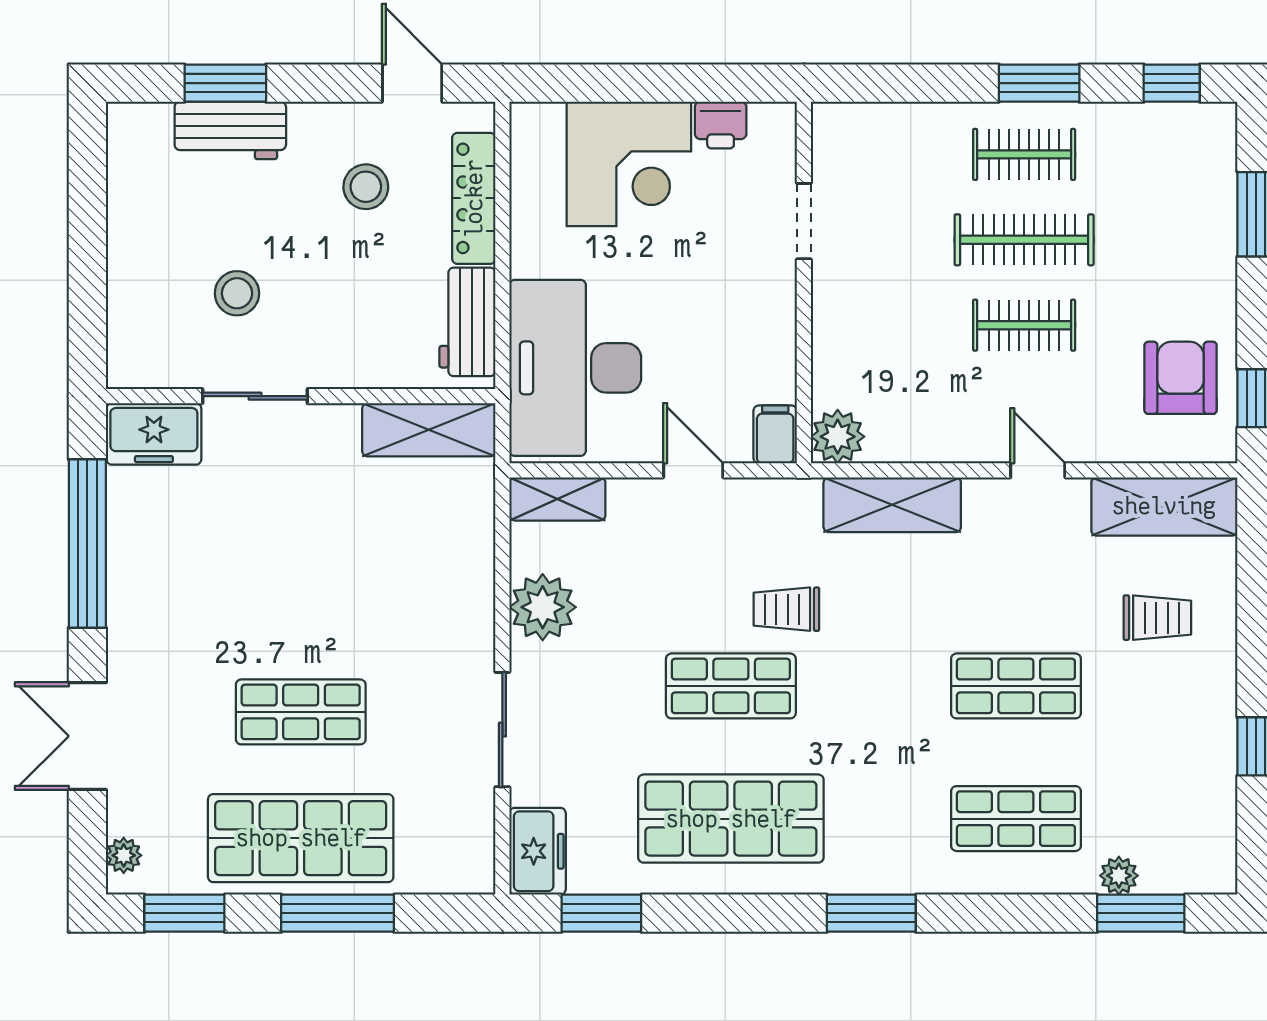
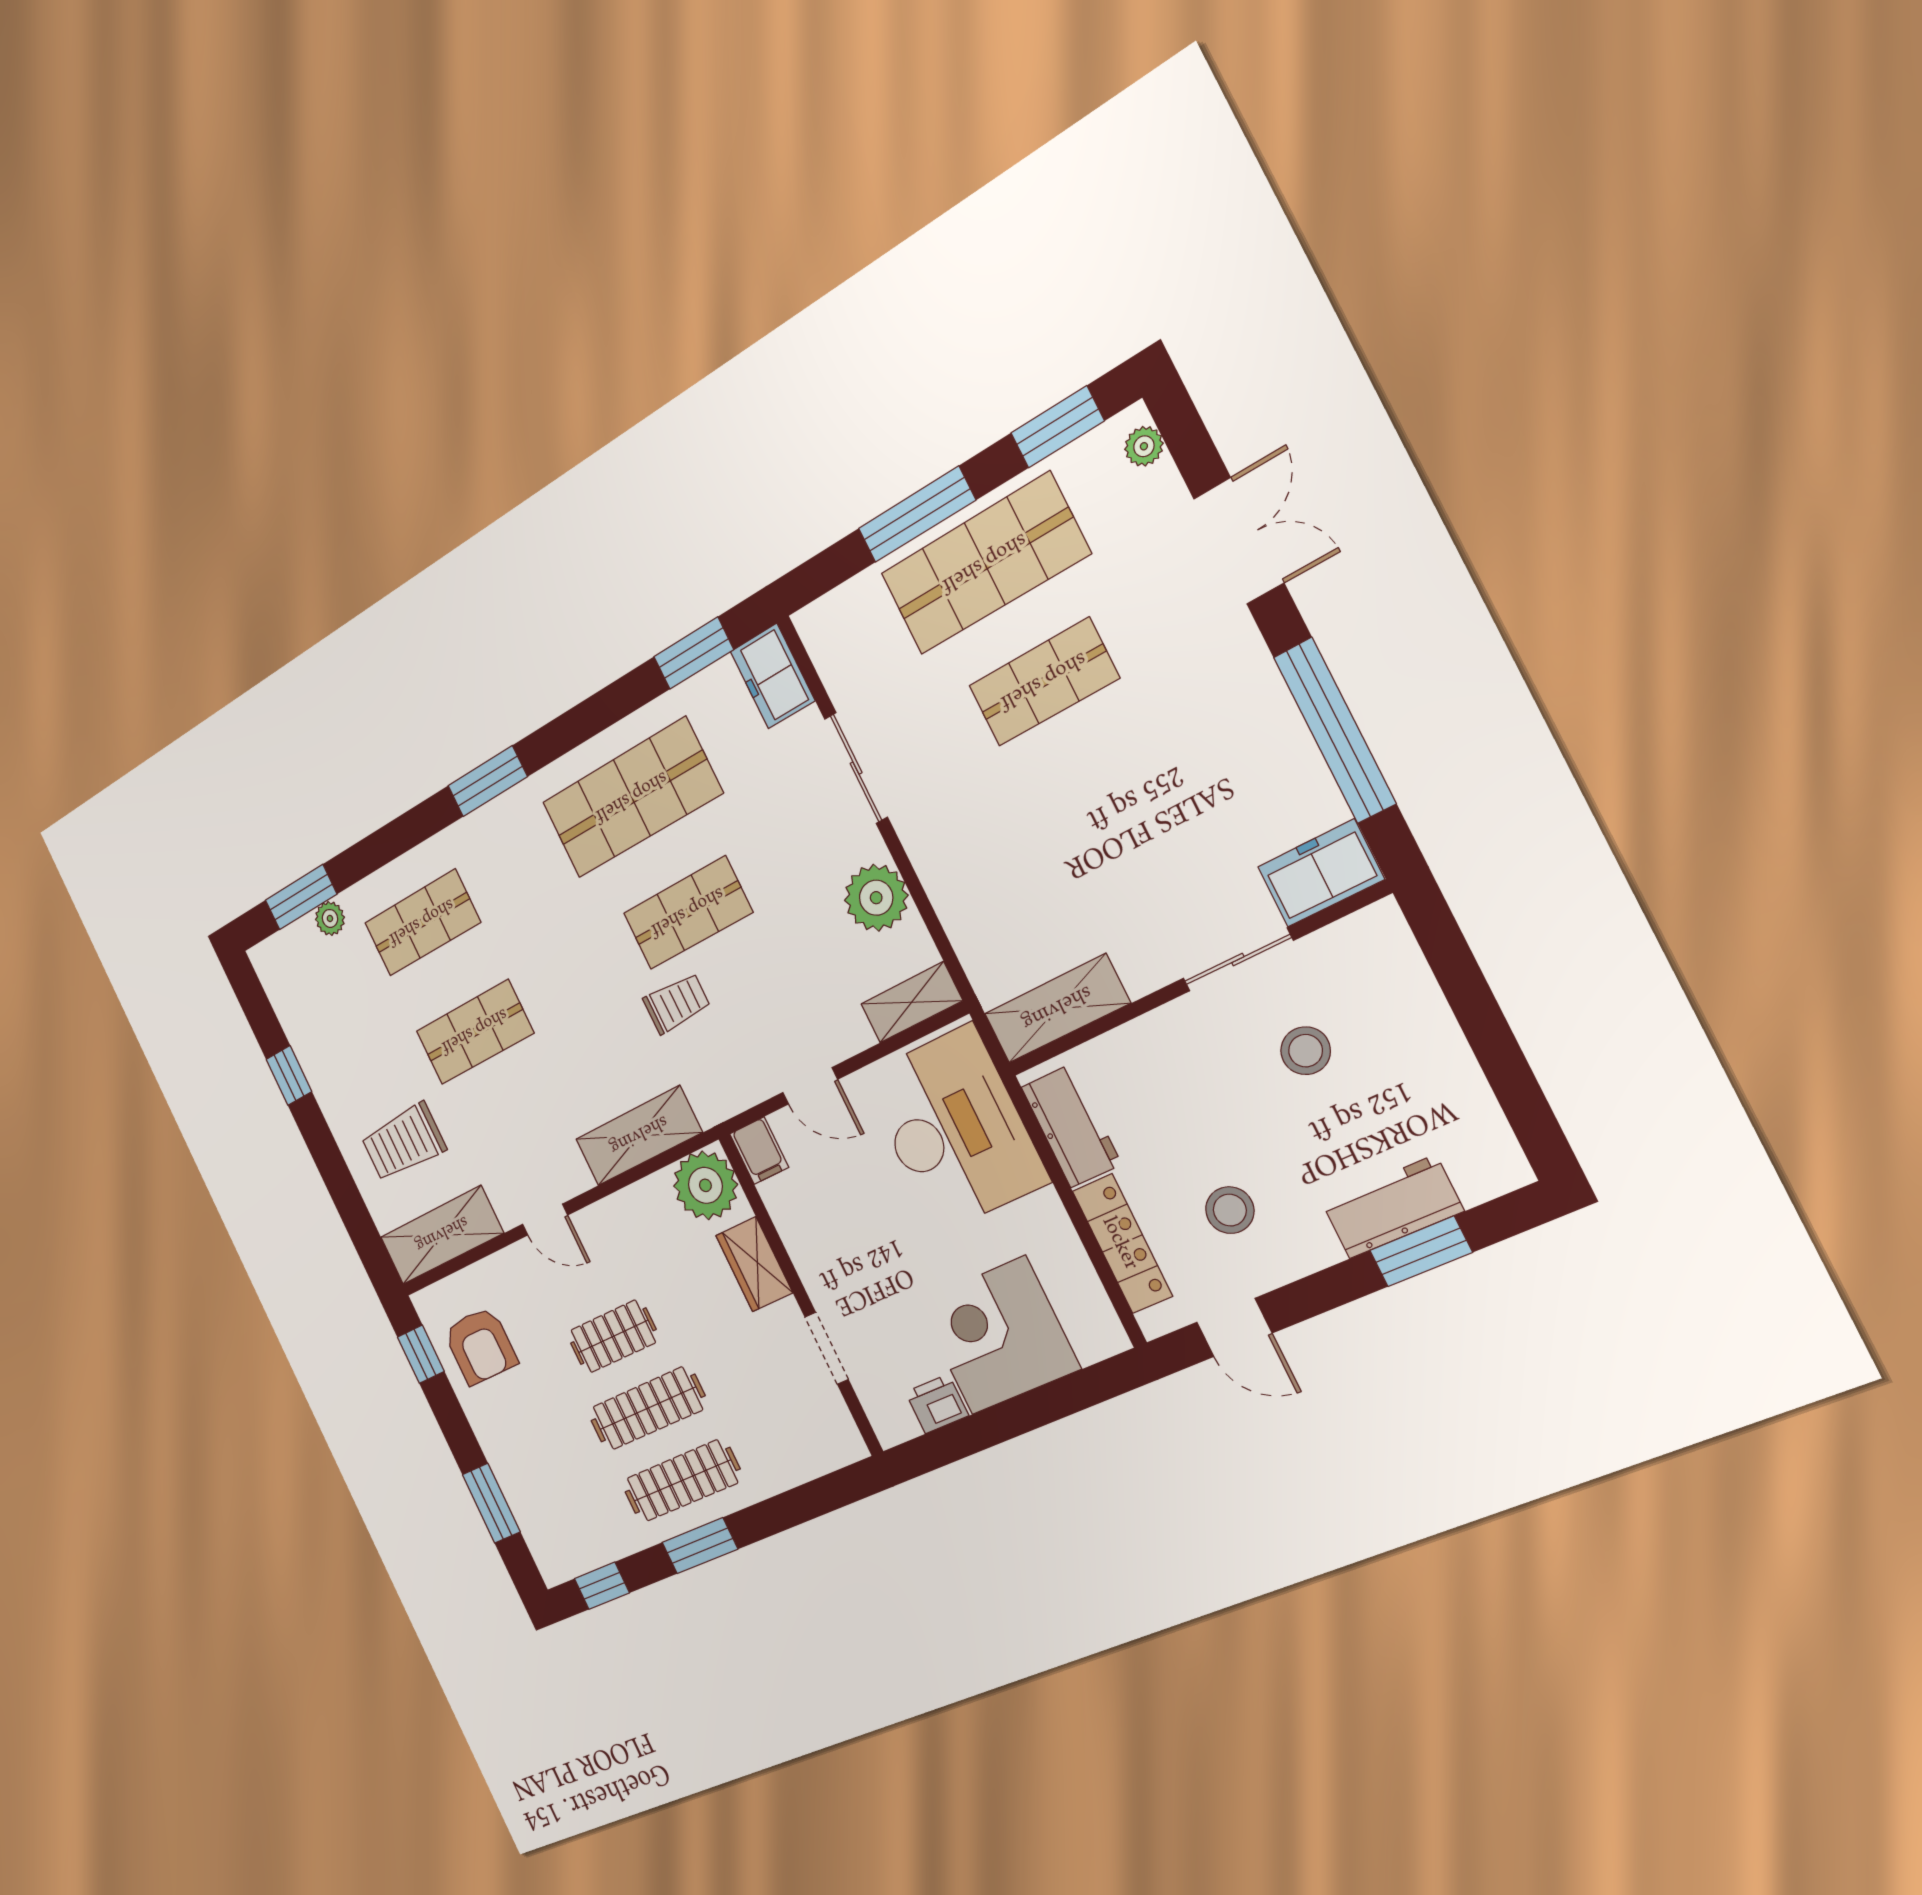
clothes rail: (1024, 154) -> (682, 1481), width x1.36
wardrobe: (836, 331) -> (754, 1264), added
plant: (838, 437) -> (705, 1185), width x1.36, depth x1.36
trolley: (1157, 618) -> (403, 1142), width x1.36, depth x1.39

